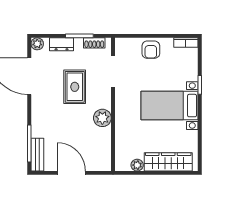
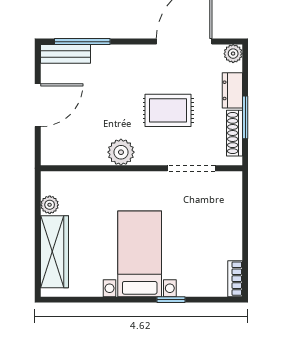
shoe rack: (94, 43) -> (235, 133), width x1.43
armchair: (151, 50) -> (224, 225), removed

